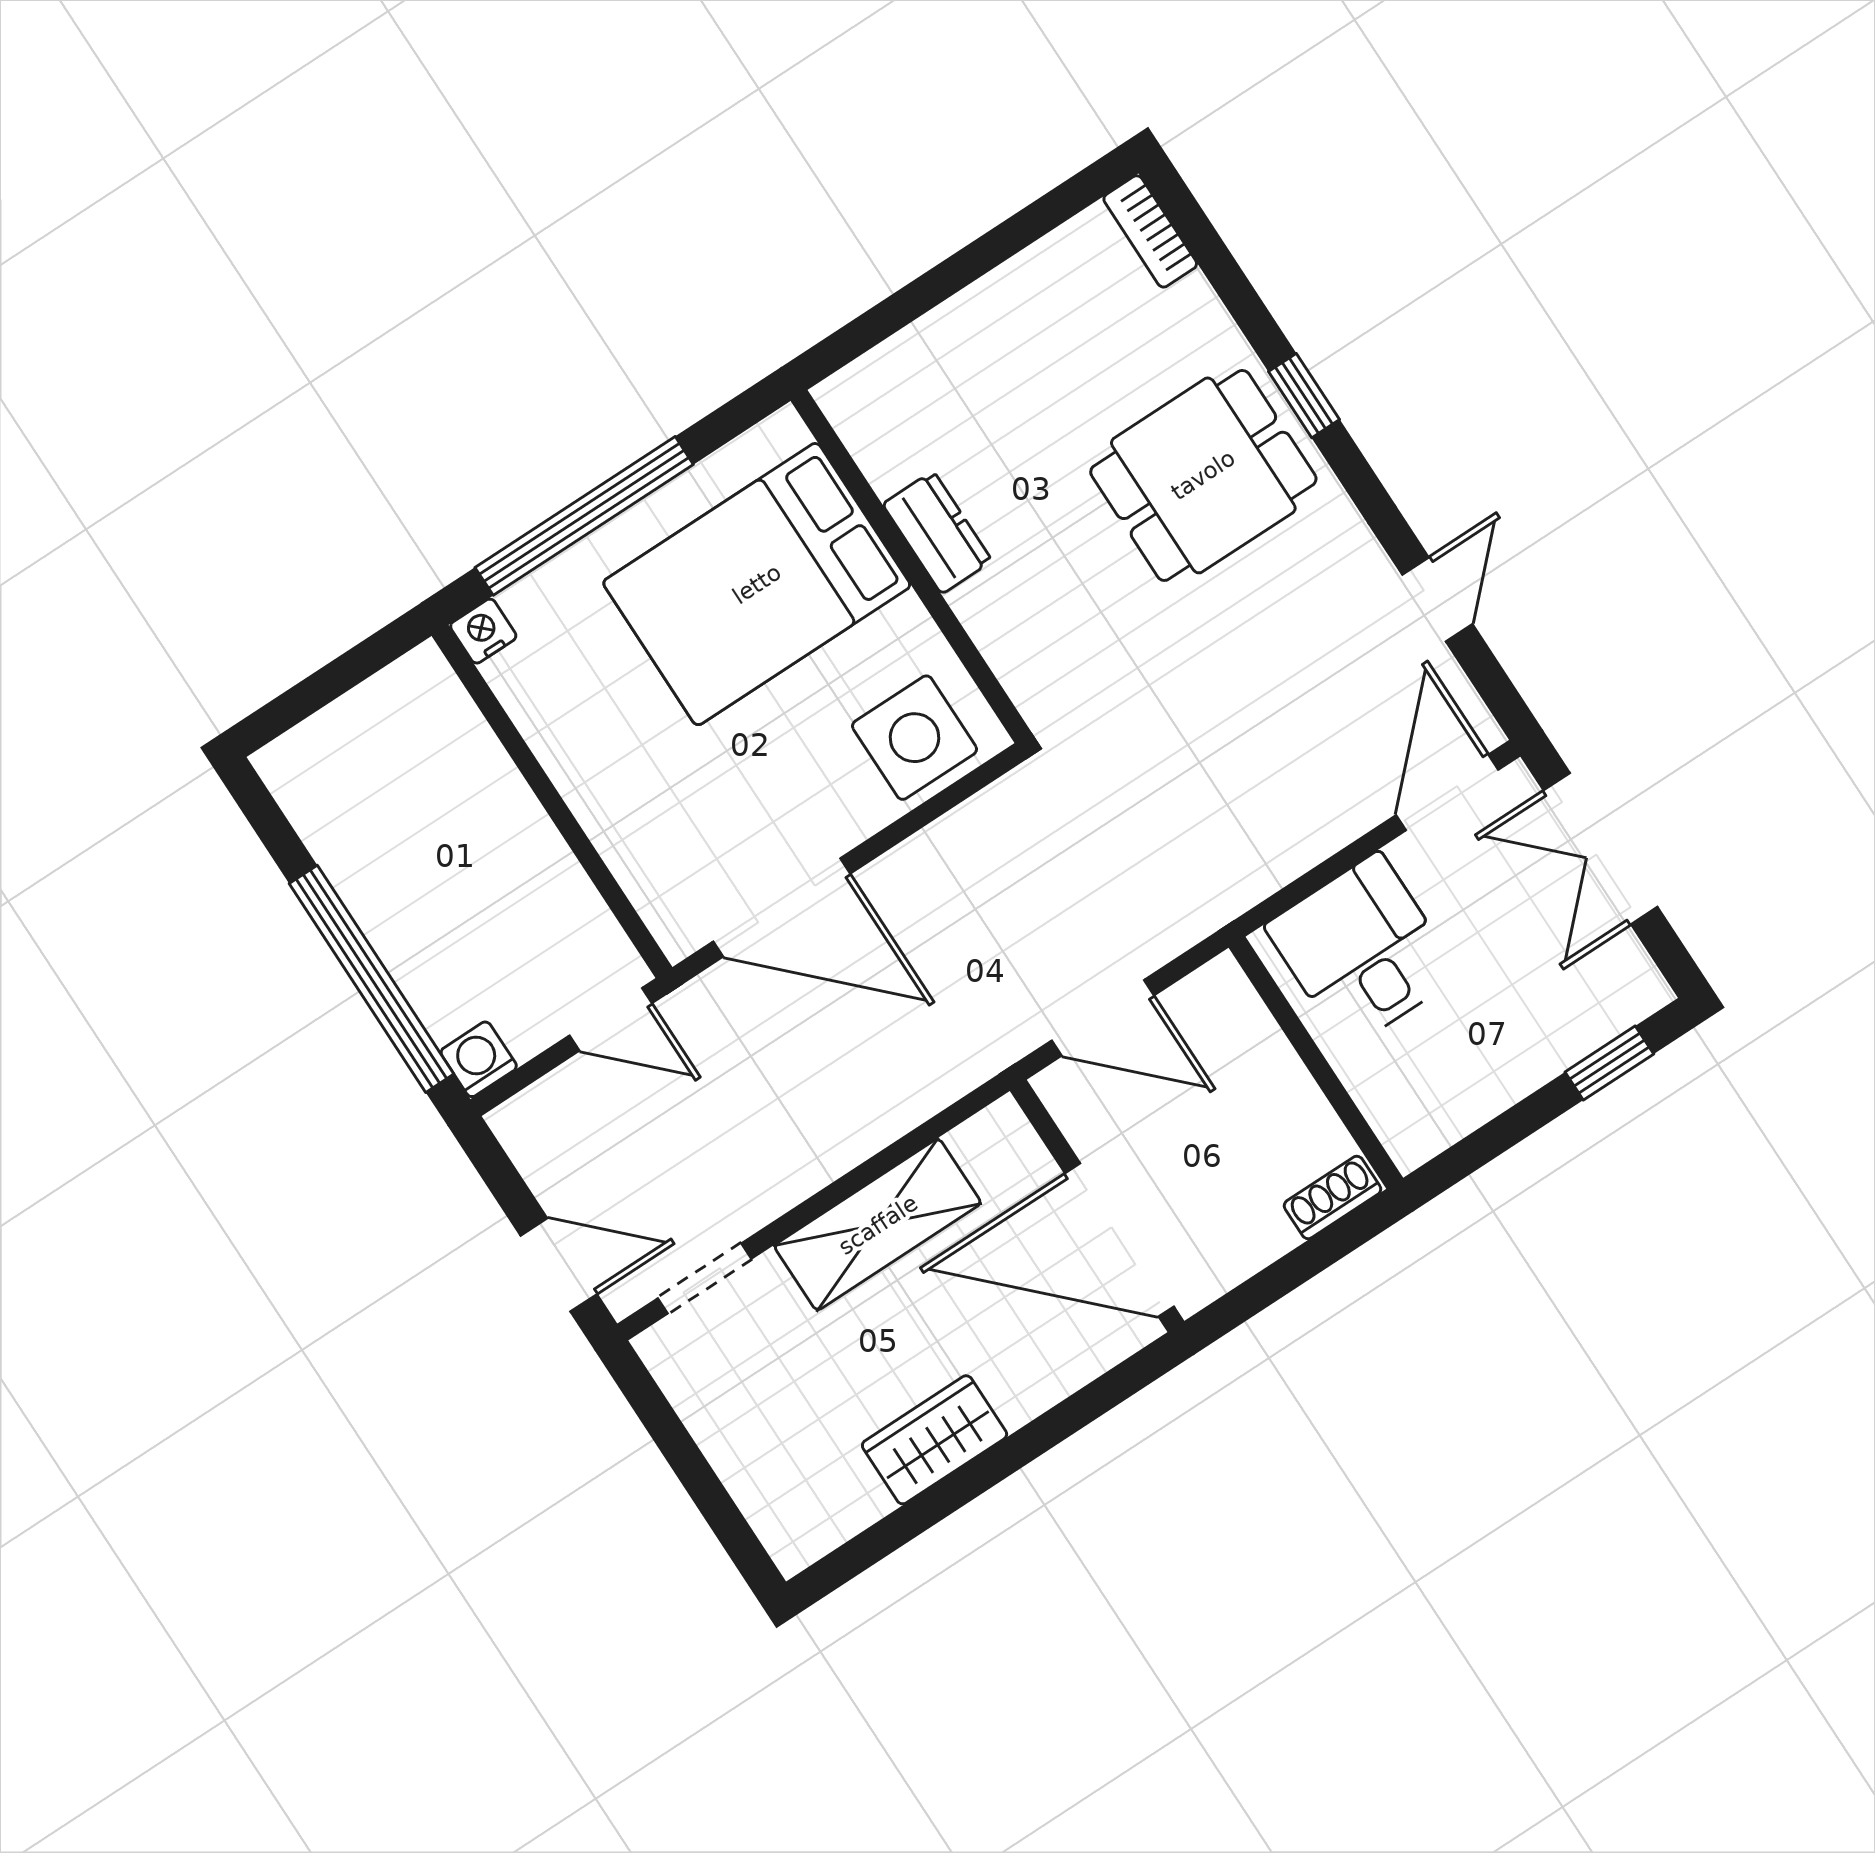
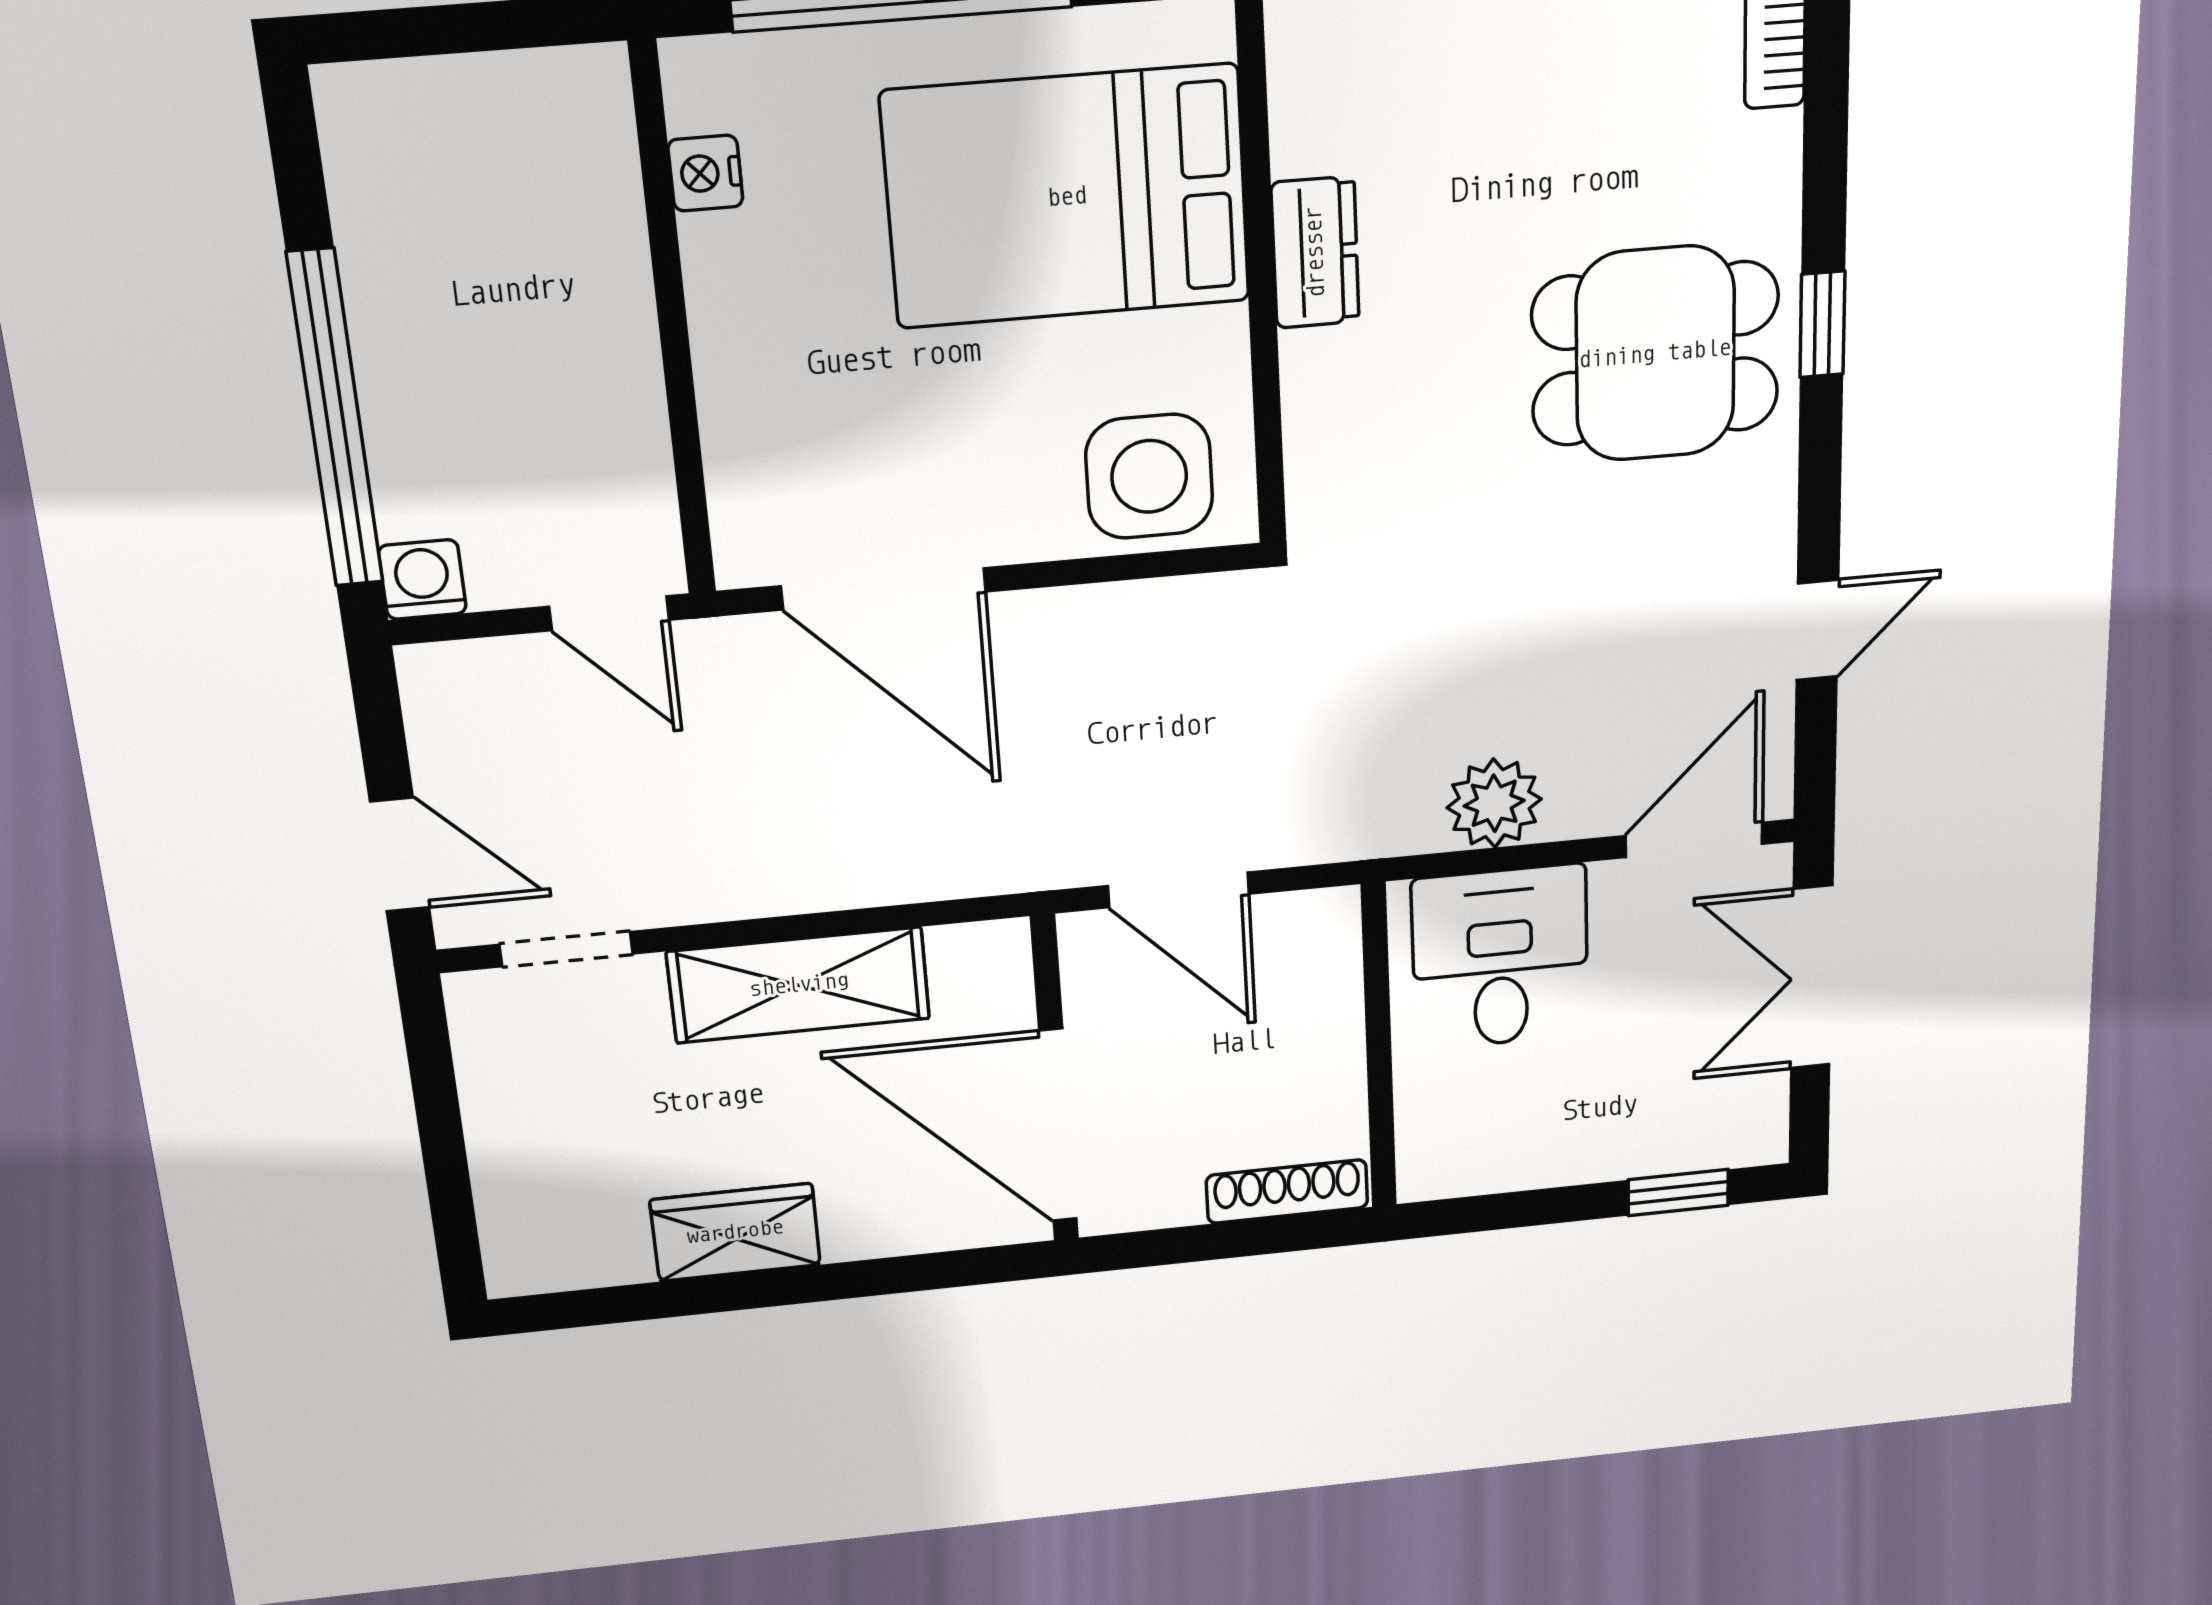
nightstand: (483, 631) -> (705, 173), moved, turned -90
plant: (1287, 840) -> (1494, 803), added
shoe rack: (1332, 1197) -> (1287, 1192), width x1.43

